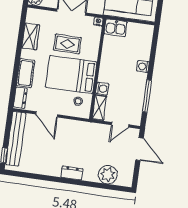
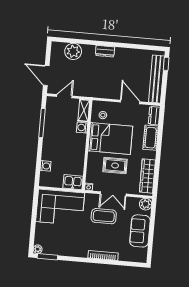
wardrobe: (31, 36) -> (147, 176), width x1.50
washing machine: (143, 66) -> (46, 166), moved

